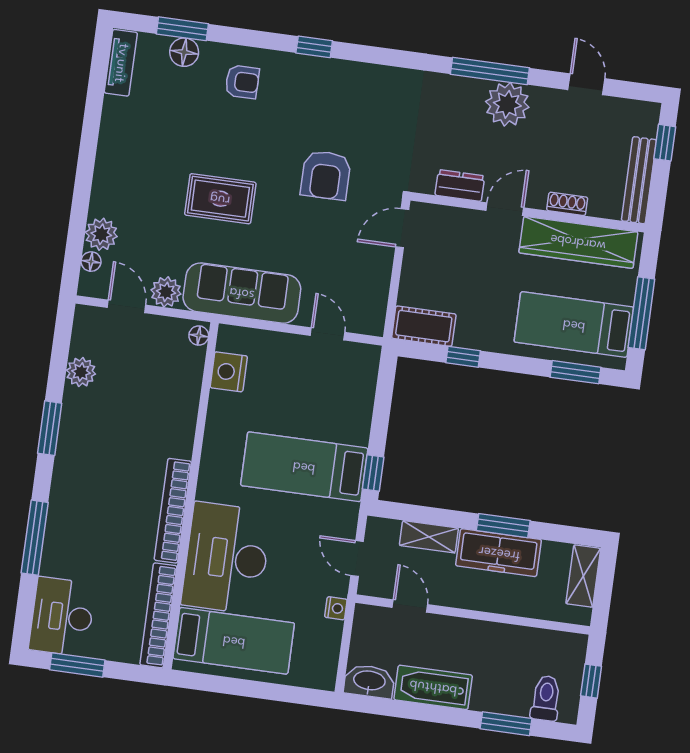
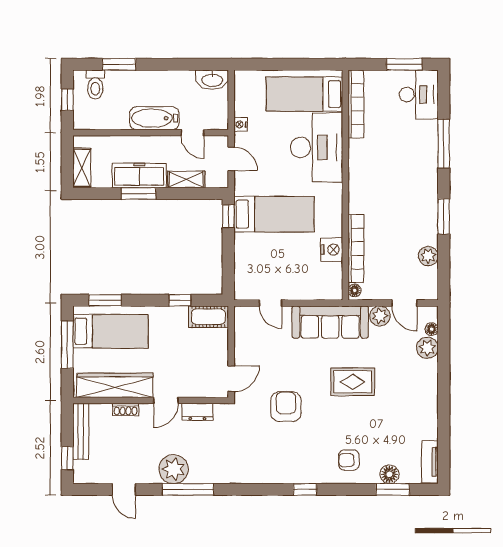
nightstand: (229, 372) -> (332, 250), moved
bookcase: (173, 511) -> (356, 248), moved
bathtub: (433, 687) -> (154, 118), moved, turned 180

